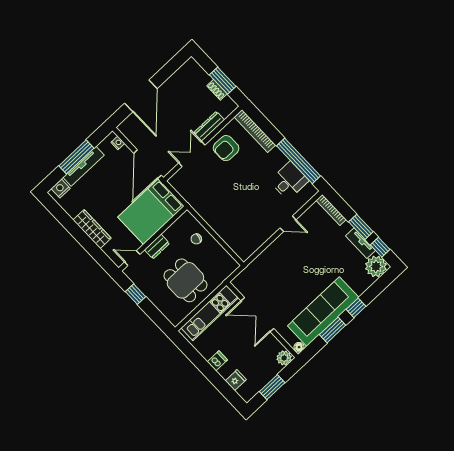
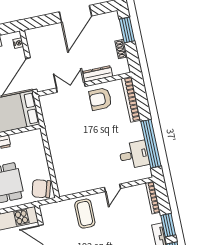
window: (223, 81) -> (127, 30), moved
door: (141, 96) -> (75, 14), moved
door: (288, 224) -> (112, 188), hinge flipped
chair: (196, 239) -> (41, 189), moved, width x1.87, depth x1.87
coffee table: (277, 263) -> (85, 214), added

